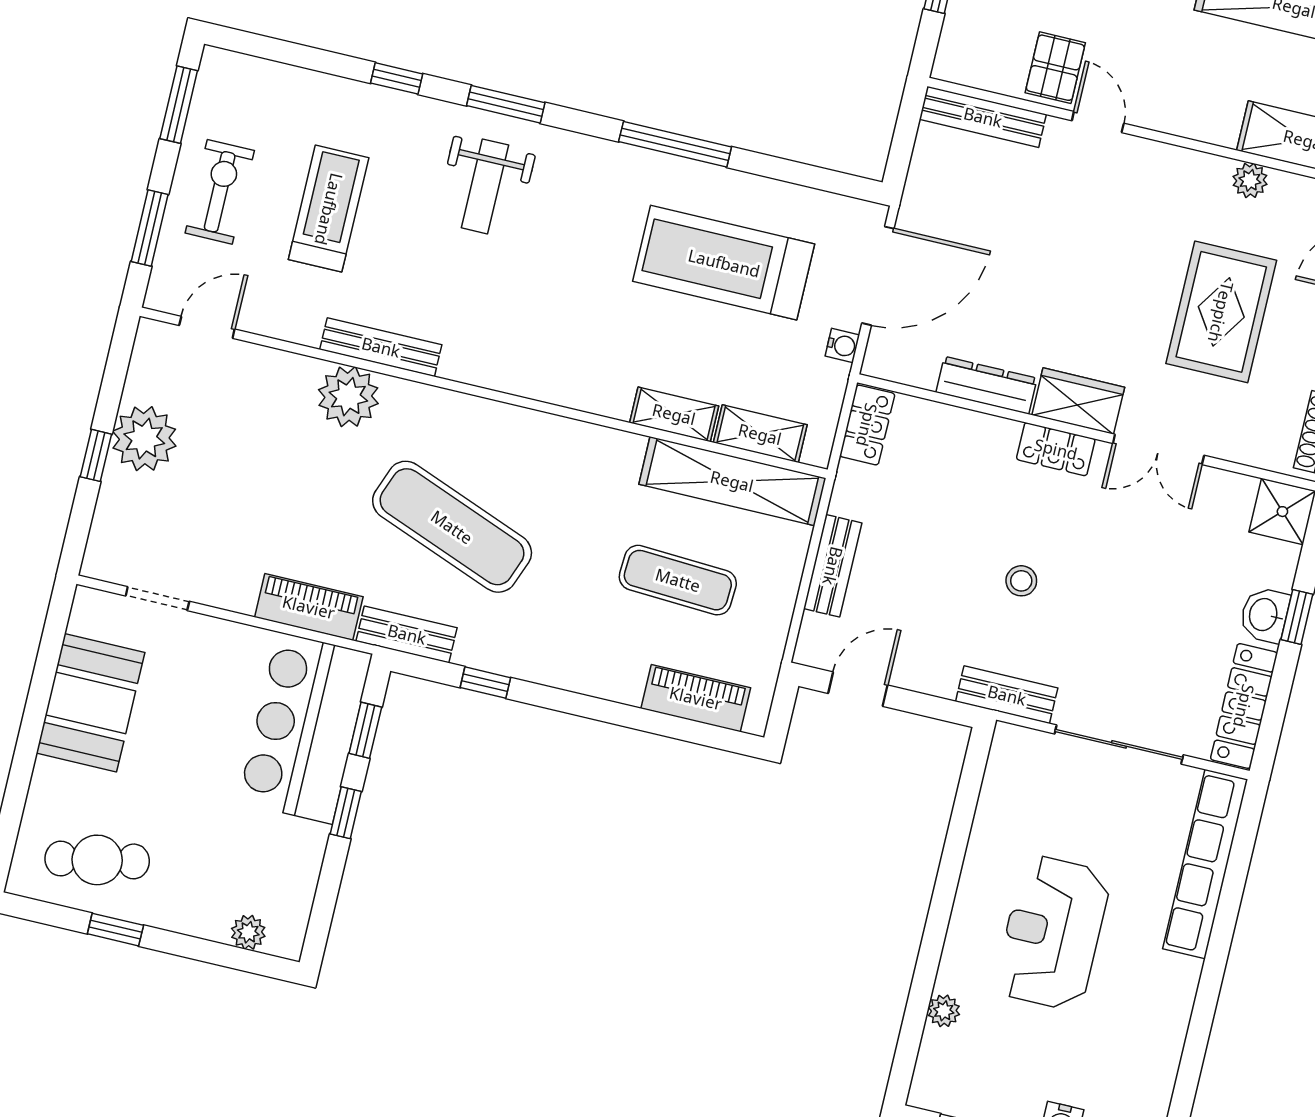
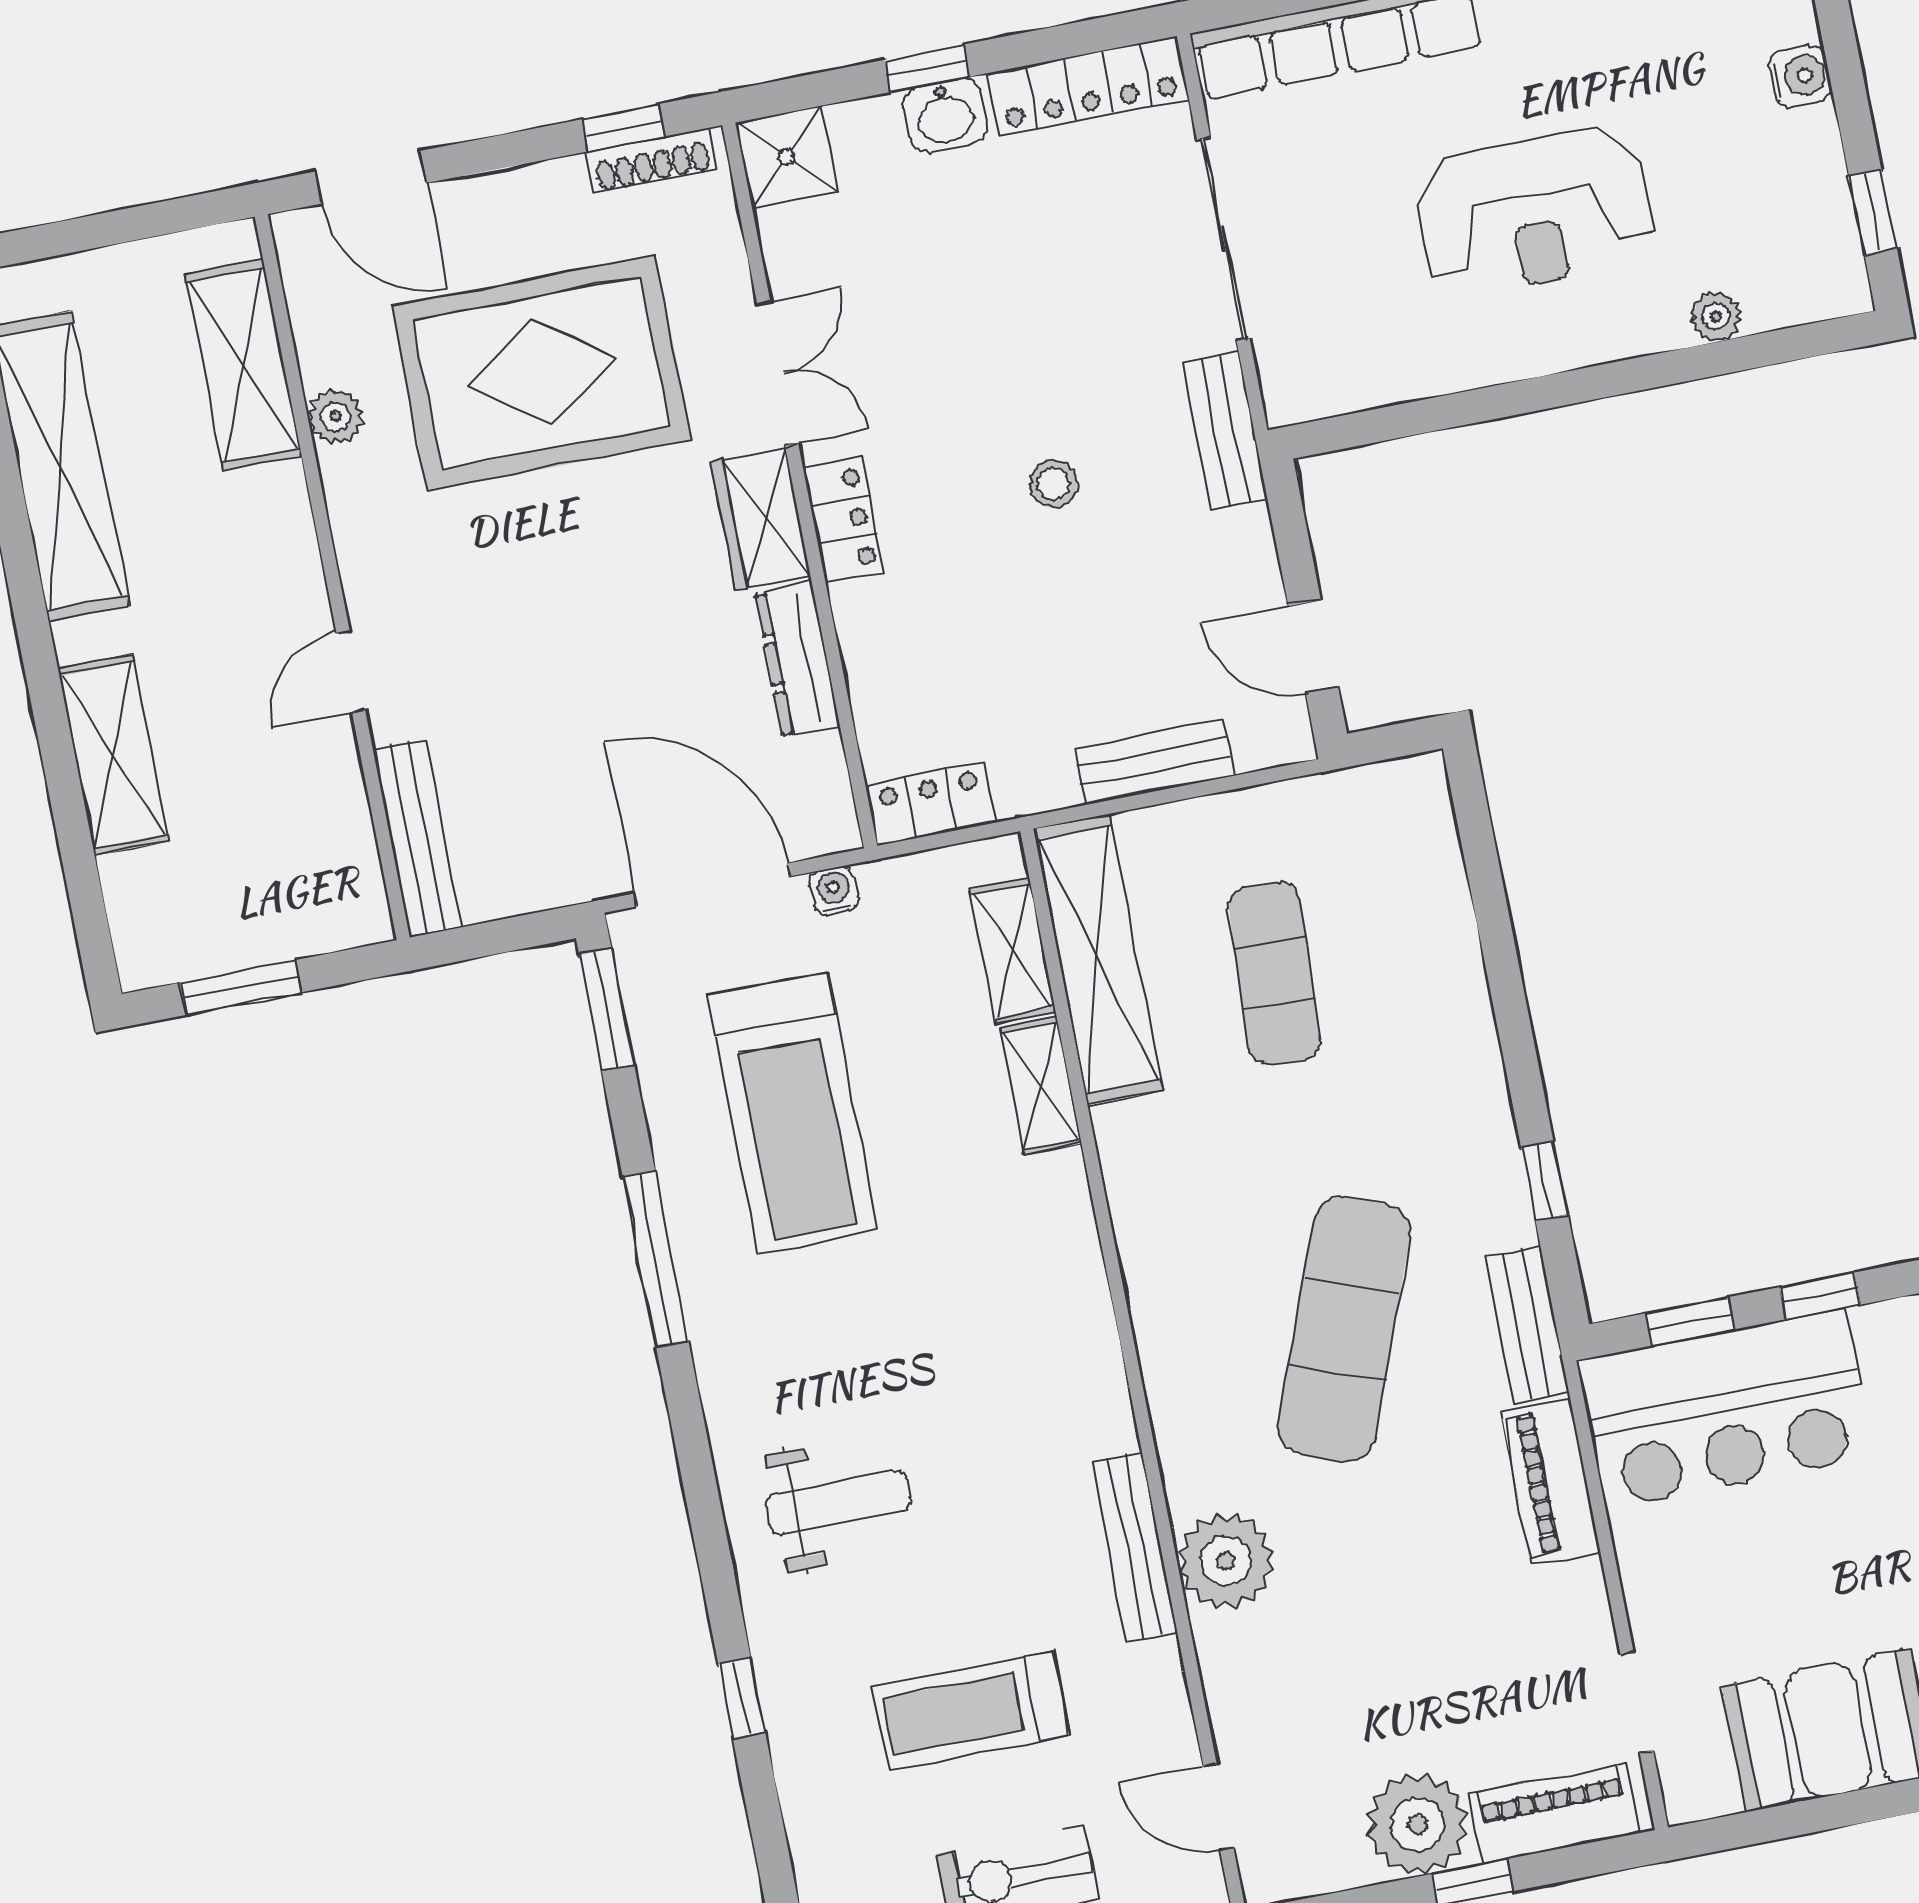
pallet: (1055, 68) -> (301, 767), removed
window: (506, 104) -> (607, 1010), moved
rug: (1221, 312) -> (541, 373), width x1.37, depth x1.44
piano: (696, 698) -> (1554, 1814), moved, turned 90

